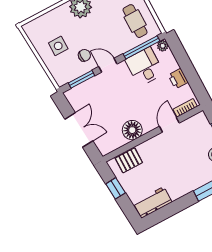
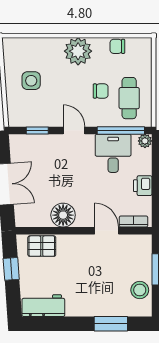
chair: (84, 55) -> (101, 91), moved
window: (82, 79) -> (37, 130), width x0.67
door: (169, 125) -> (107, 231), hinge flipped

